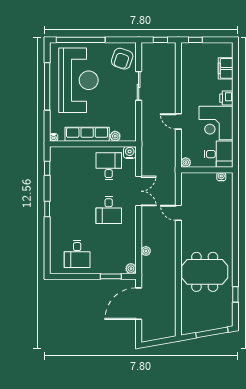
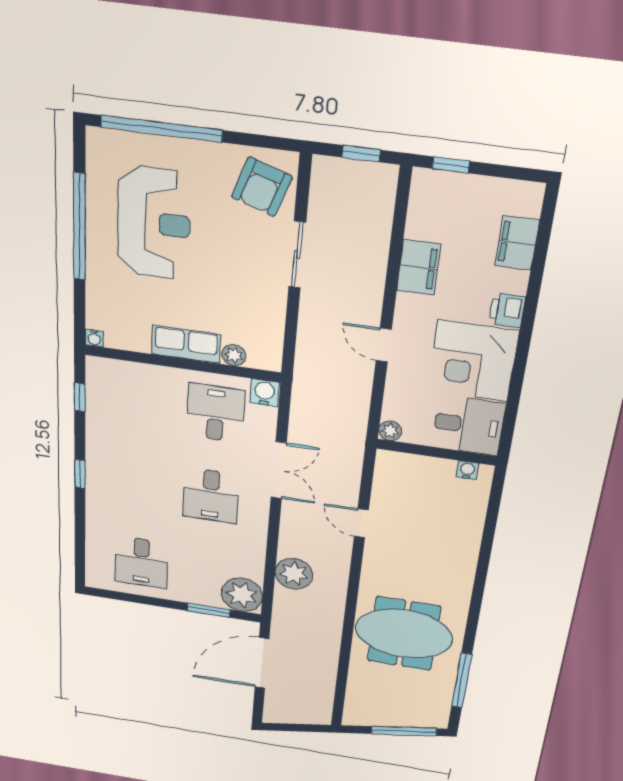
reception desk: (78, 80) -> (154, 223), width x0.74, depth x0.77
filing cabinet: (188, 84) -> (419, 267), added
row of seats: (87, 134) -> (186, 344), width x0.68
plant: (146, 251) -> (294, 574), width x1.88, depth x1.88
plant: (131, 269) -> (242, 595), width x1.87, depth x1.87
window: (235, 294) -> (462, 680), width x2.17

